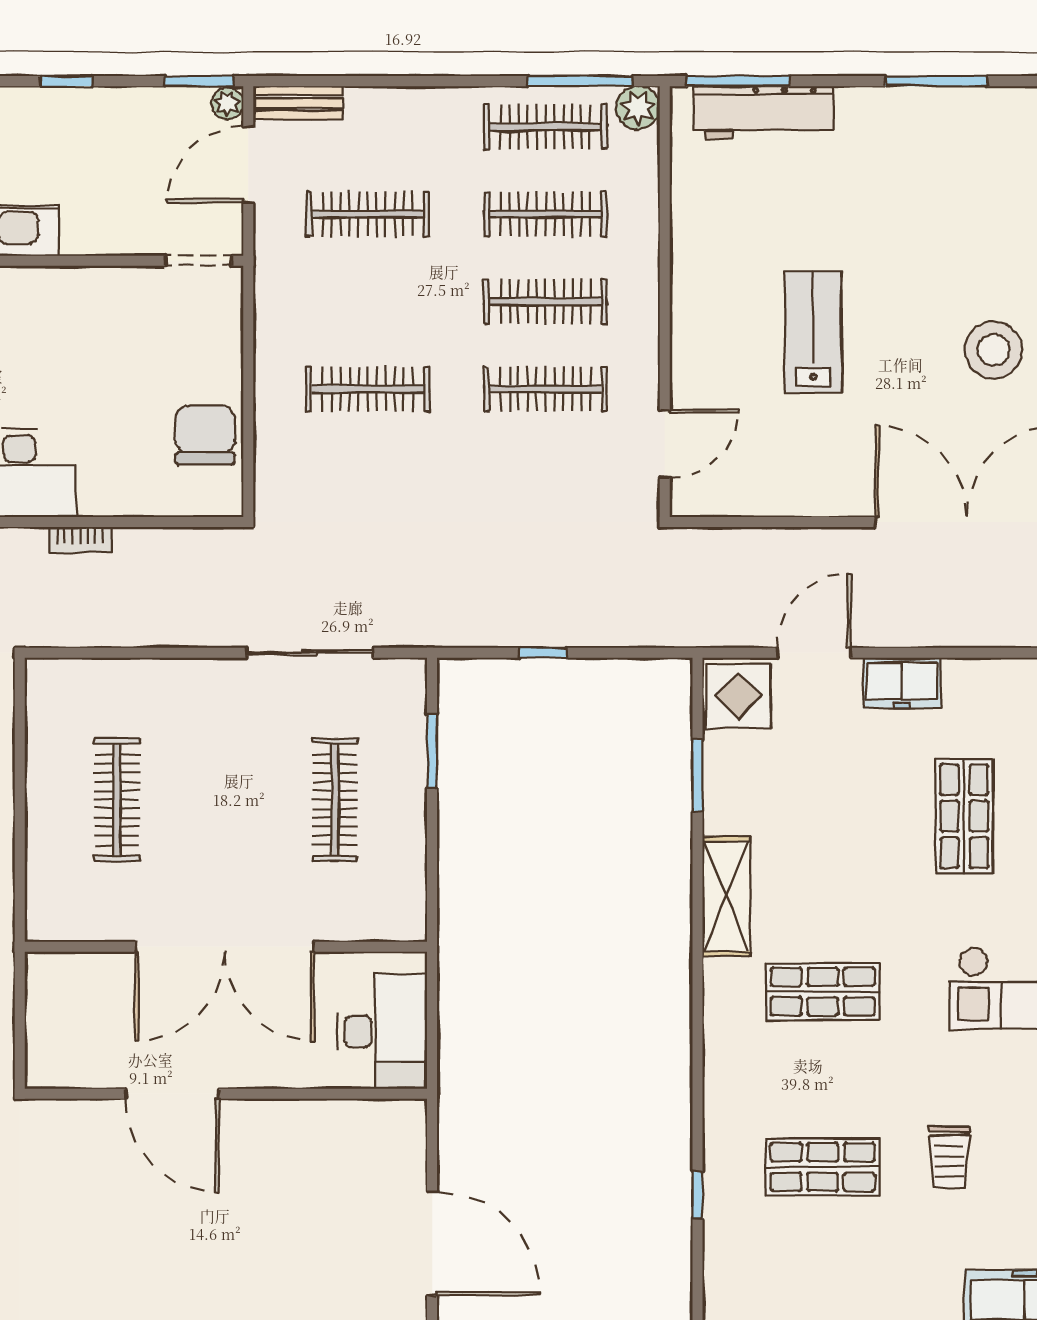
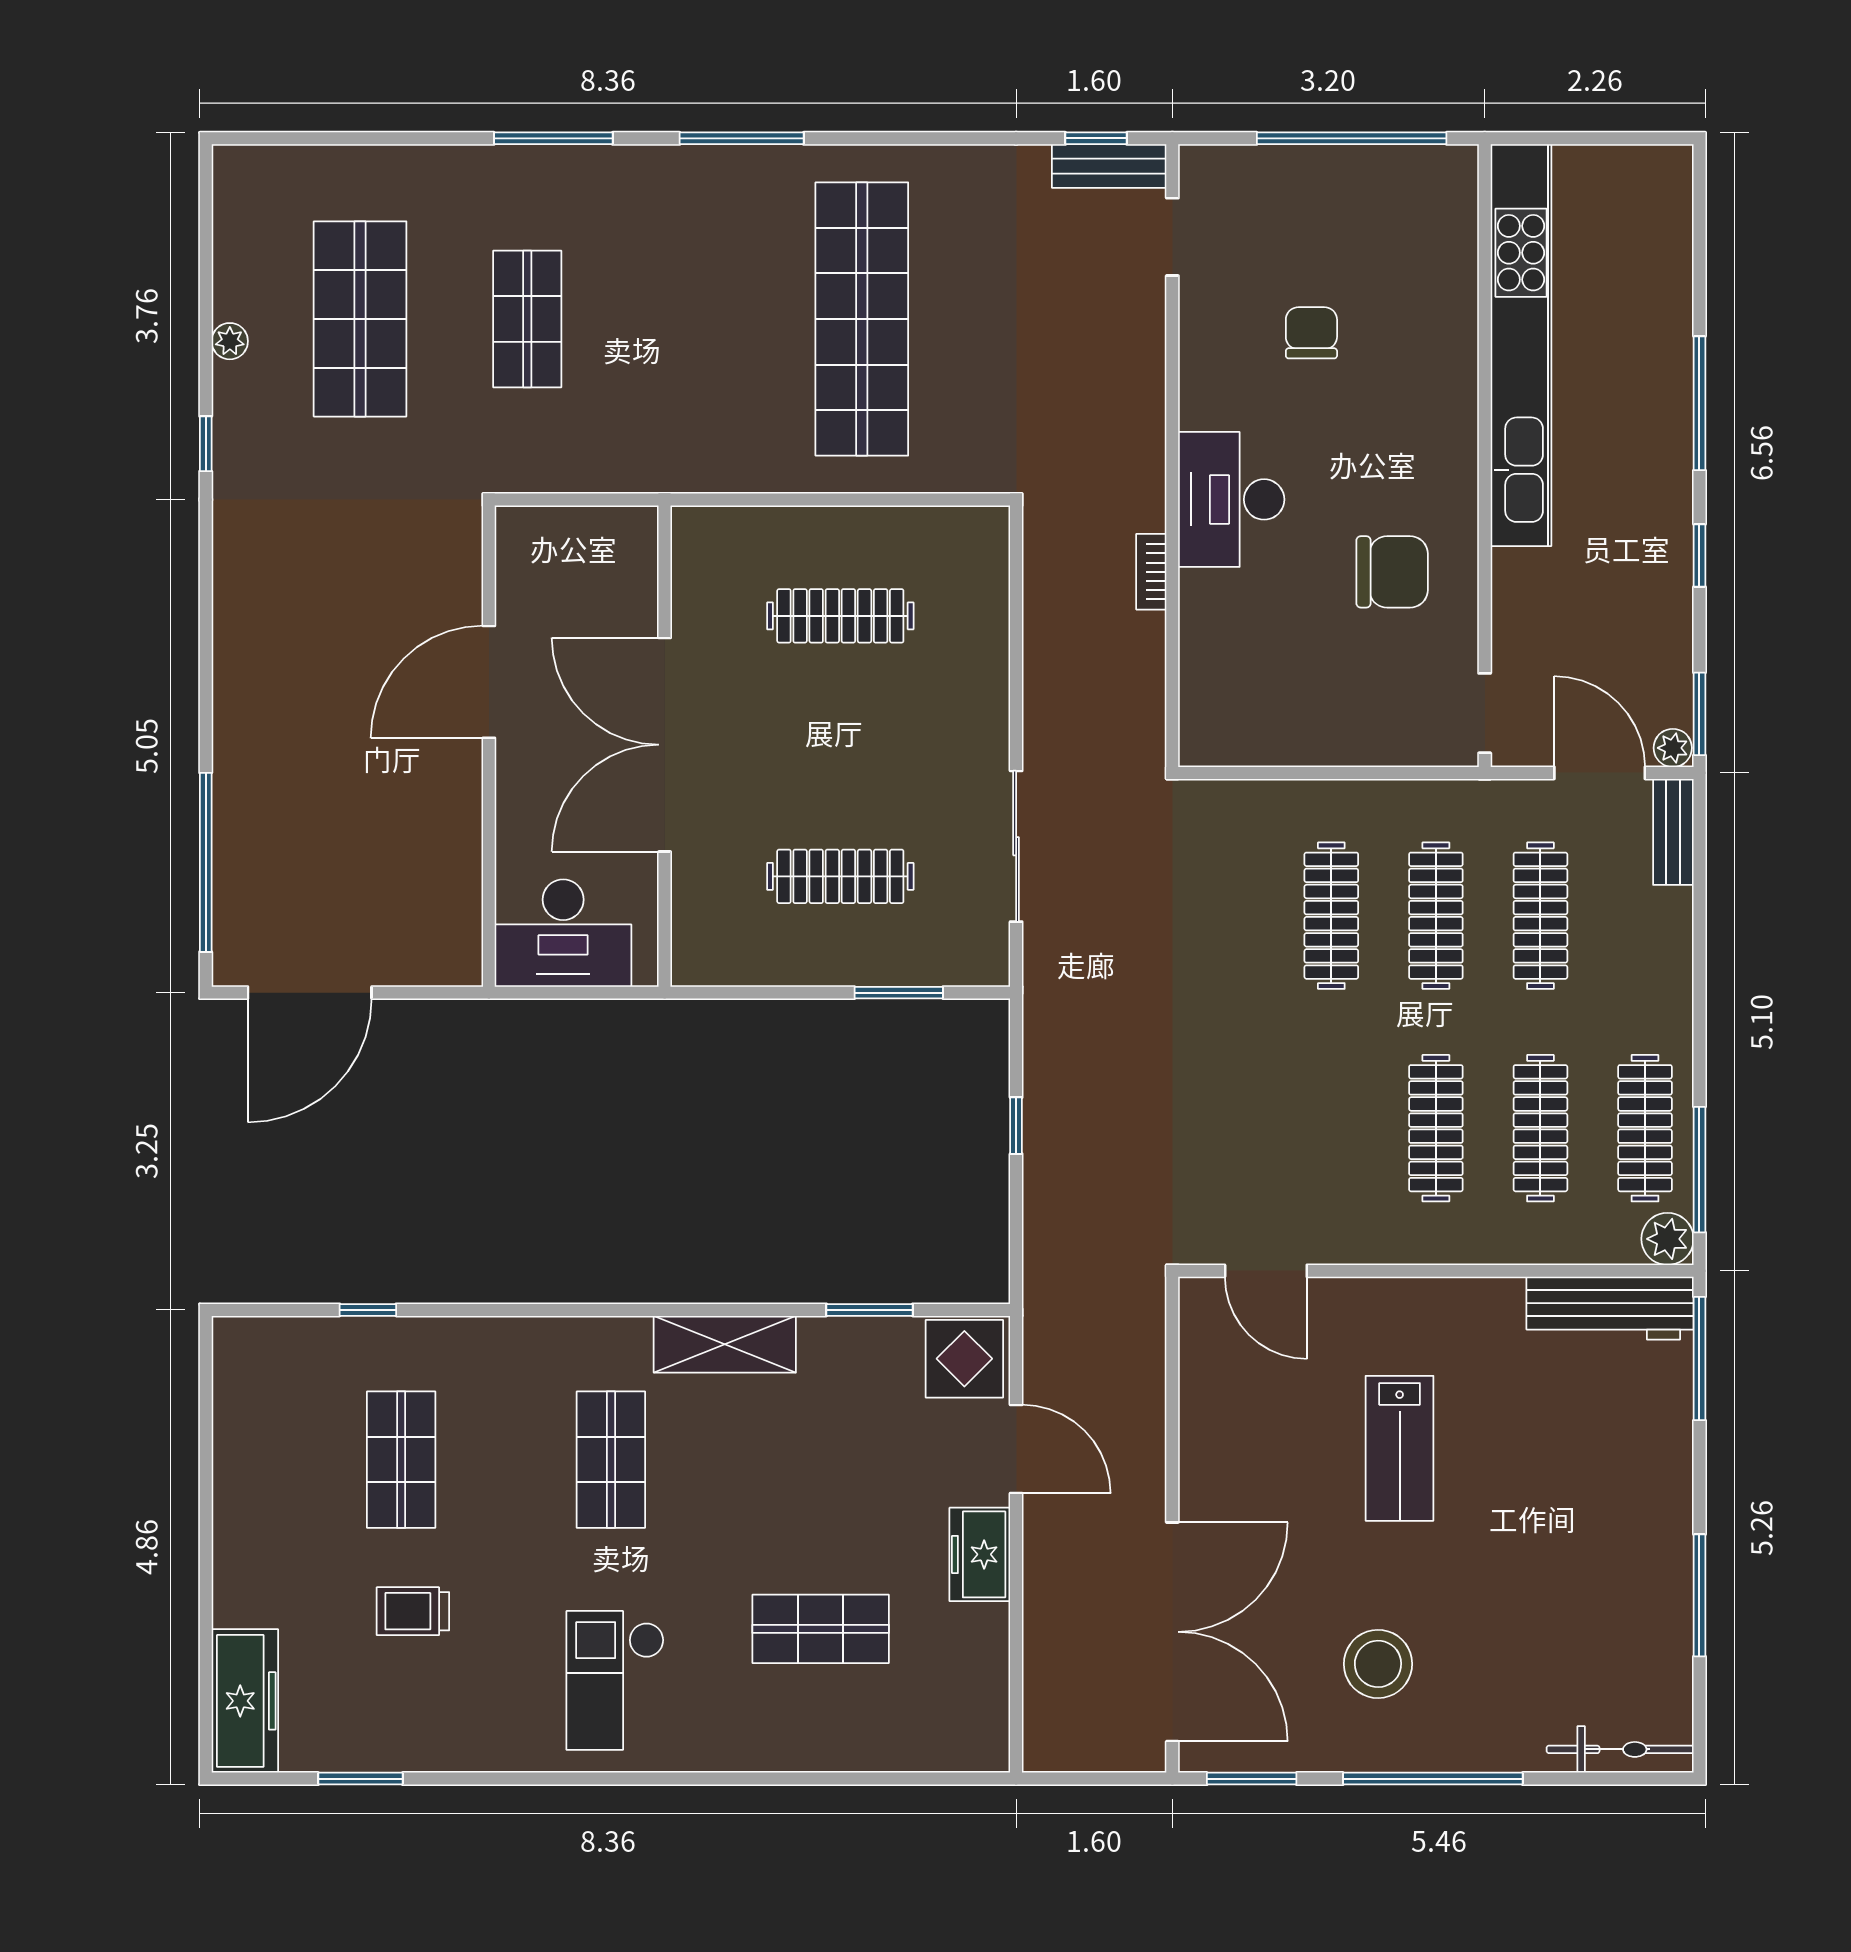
workbench: (763, 112) -> (1610, 1308), moved, turned -90
lab bench: (813, 332) -> (1400, 1448), turned 90
clothes rail: (545, 389) -> (1436, 916), moved
chair: (205, 435) -> (1392, 572), moved

